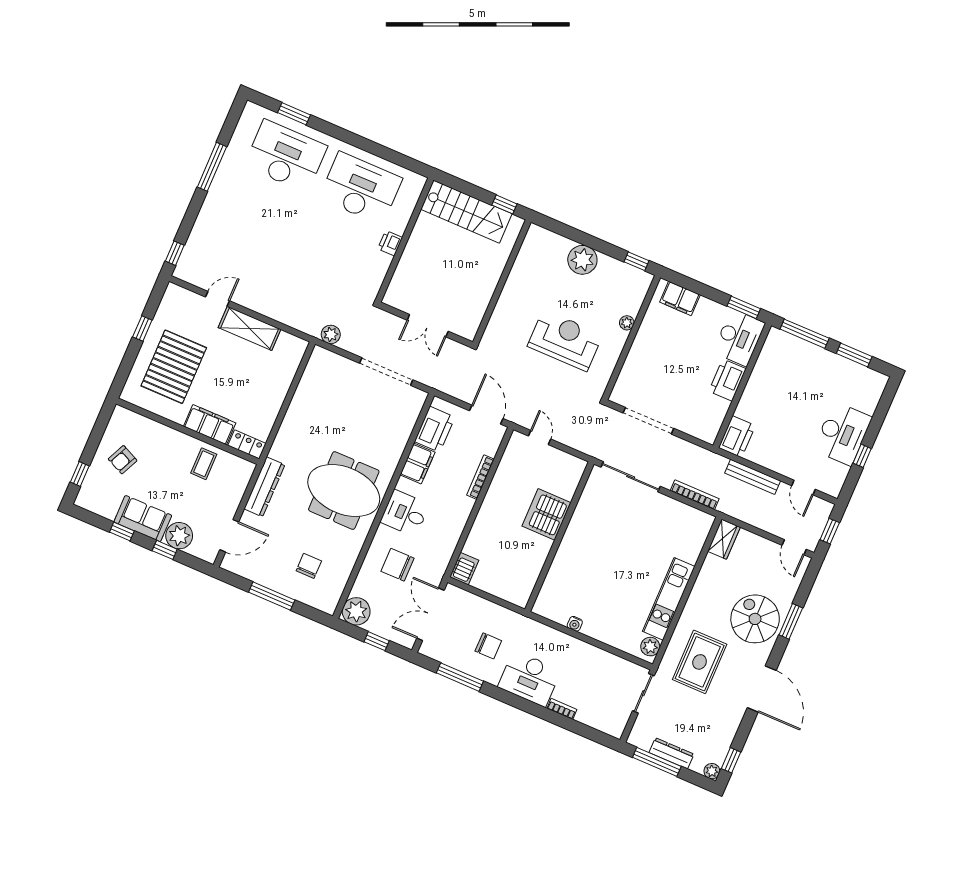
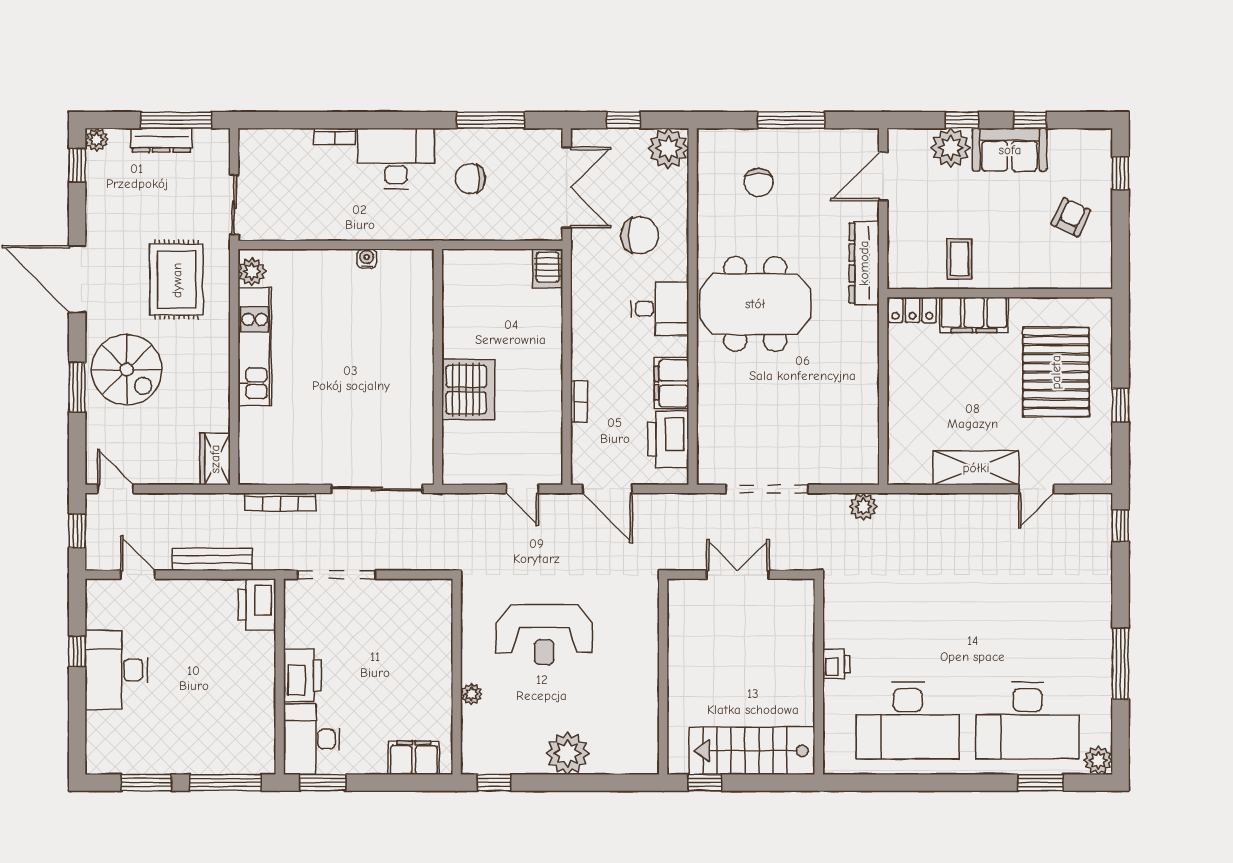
plant: (252, 112) -> (1098, 760), added
doorway: (648, 421) -> (336, 575), moved
bookcase: (480, 477) -> (579, 401), width x0.64

